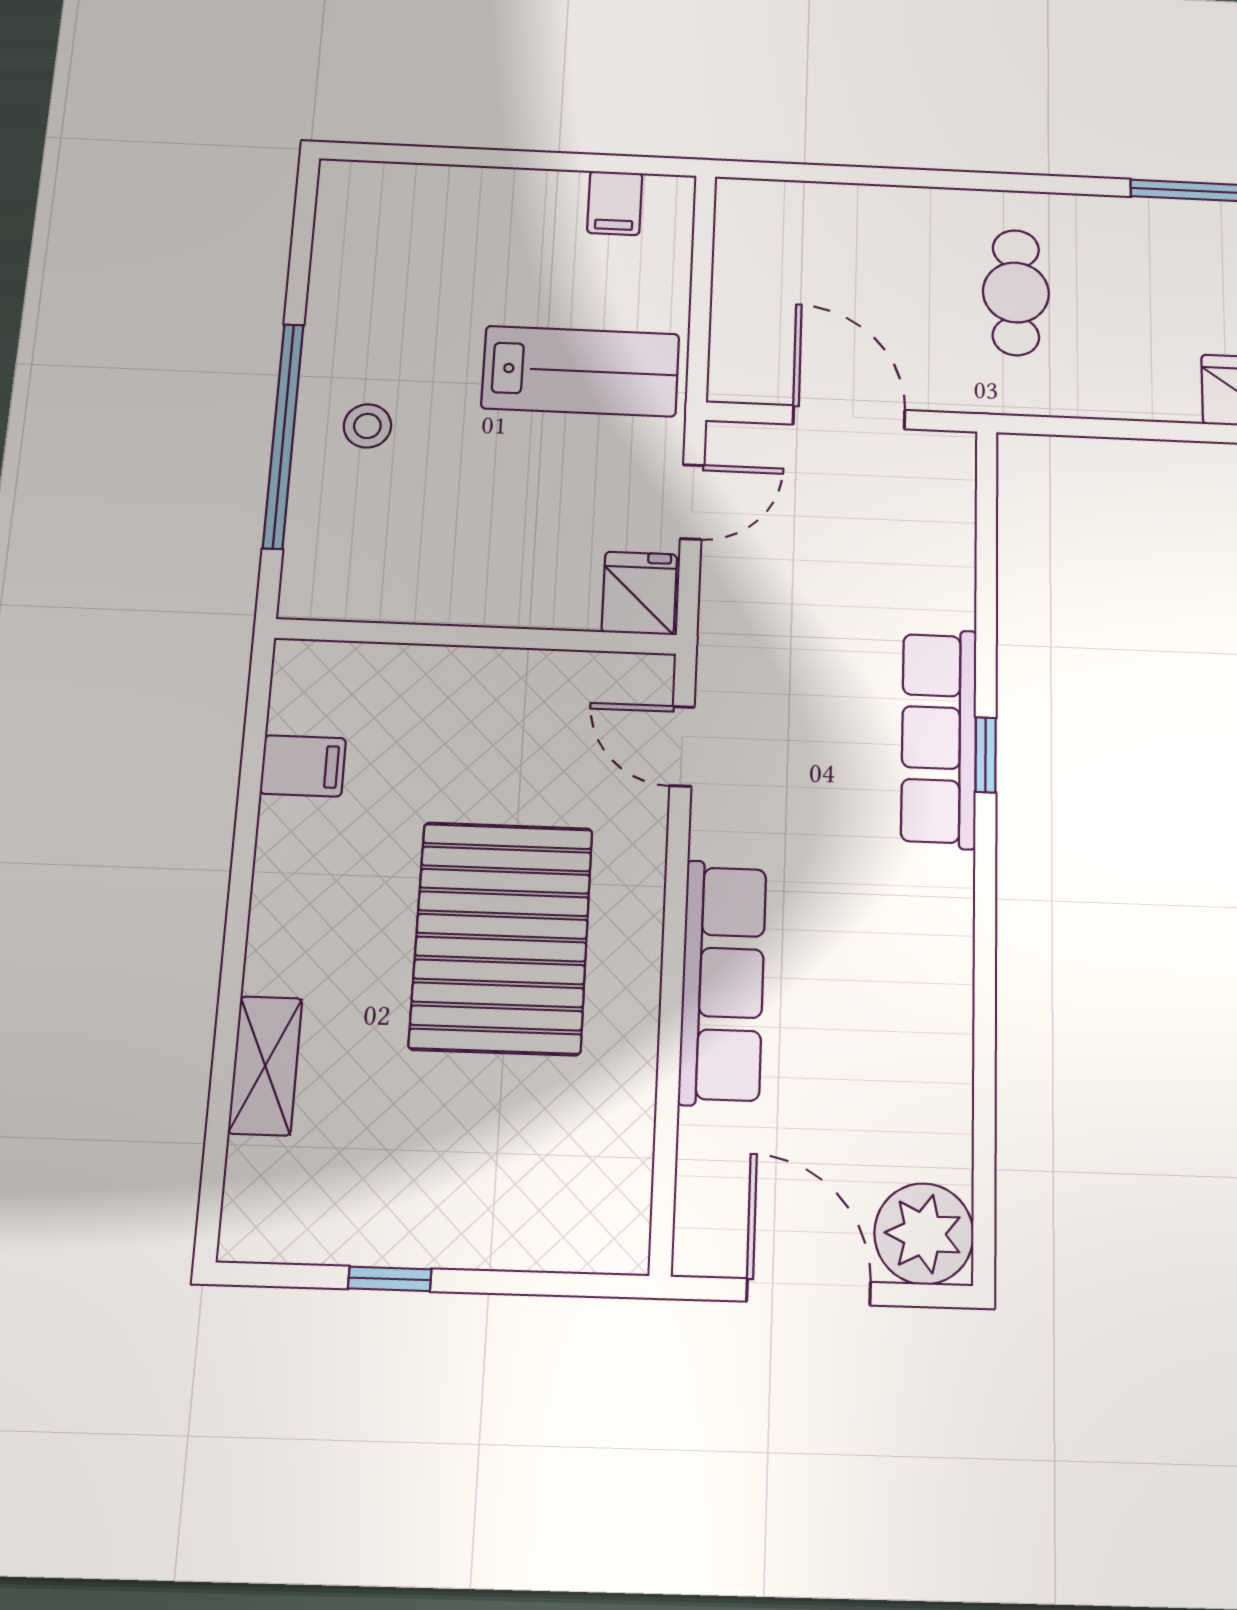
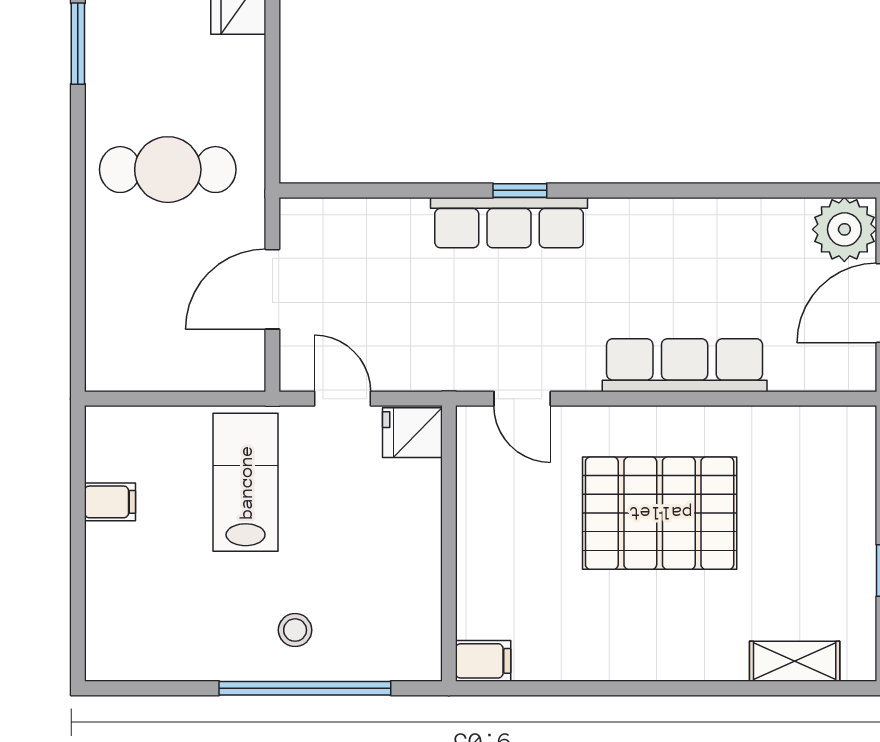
filing cabinet: (615, 203) -> (110, 502), moved
cafe table: (1016, 292) -> (168, 170), width x1.37, depth x1.35
door: (682, 746) -> (522, 399), hinge flipped
filing cabinet: (303, 766) -> (483, 661), moved, turned 90
shelving: (265, 1066) -> (795, 661), moved

